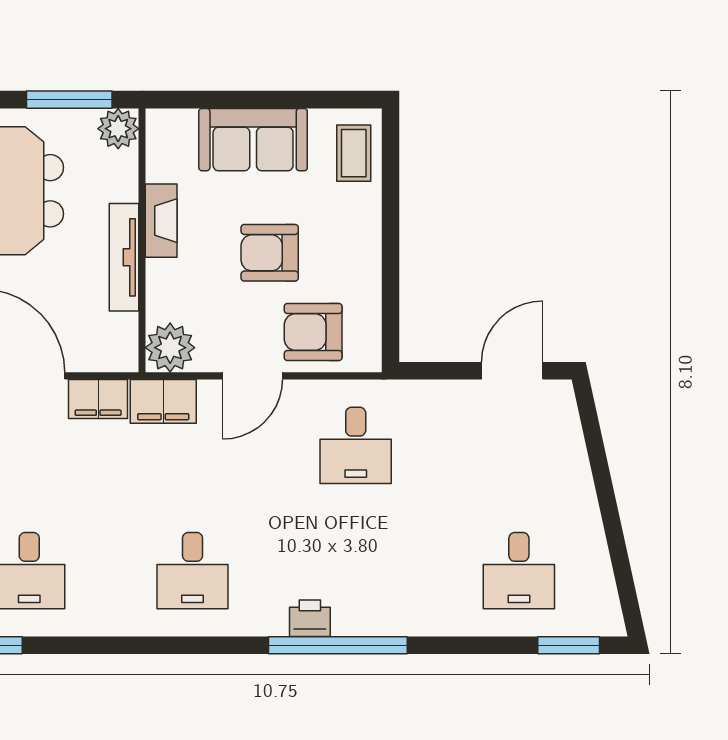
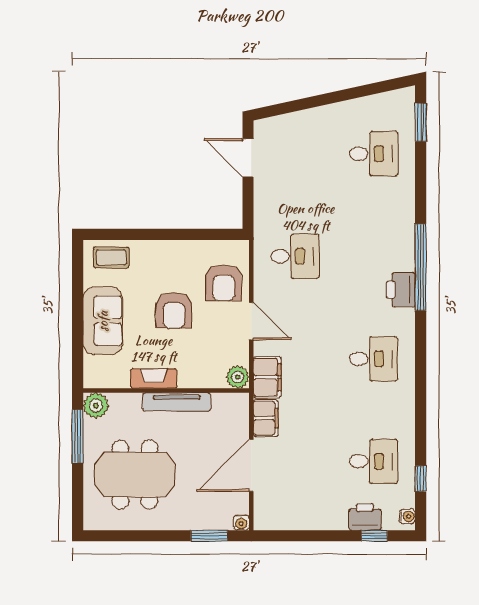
plant: (170, 348) -> (238, 377), width x0.73, depth x0.73
printer: (310, 618) -> (401, 290), width x1.36, depth x1.24

